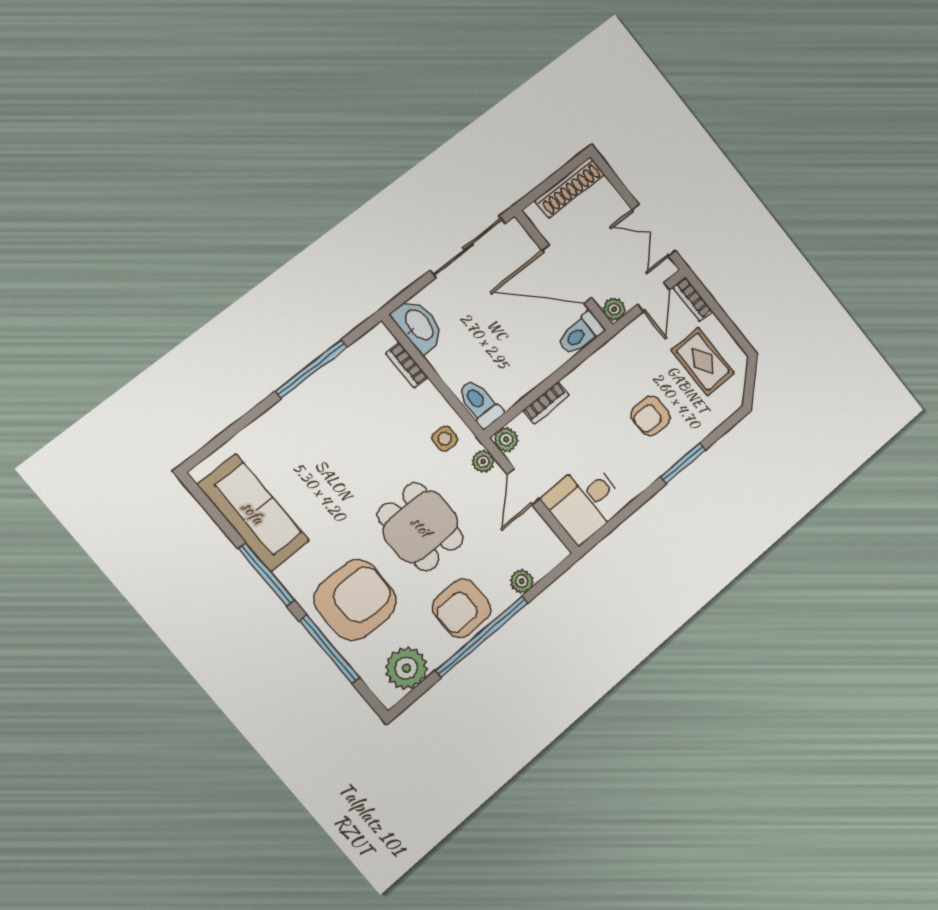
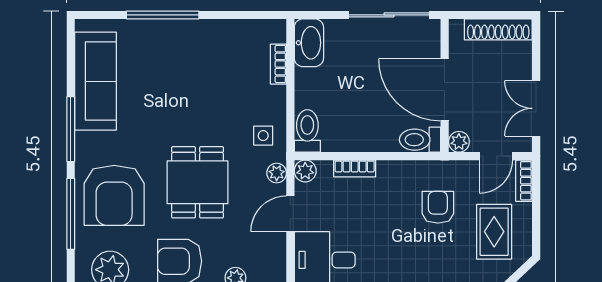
window: (311, 369) -> (163, 15), moved
armchair: (651, 416) -> (438, 207), moved, turned 90
armchair: (355, 600) -> (114, 195), turned 90

